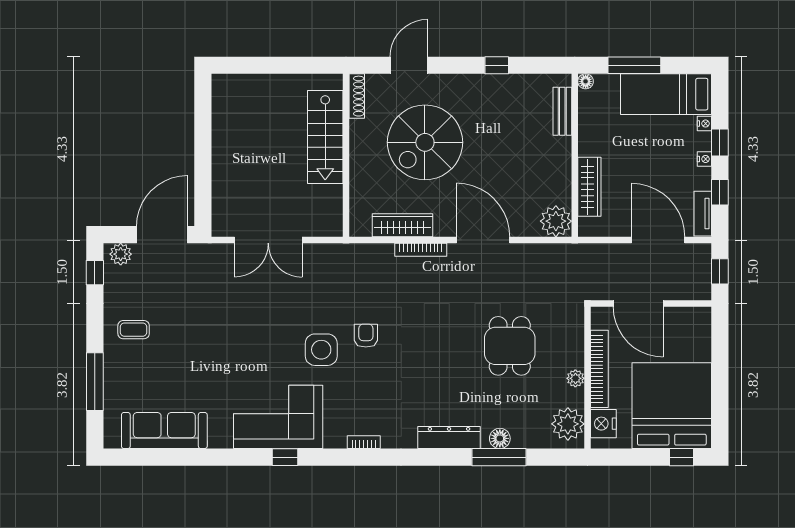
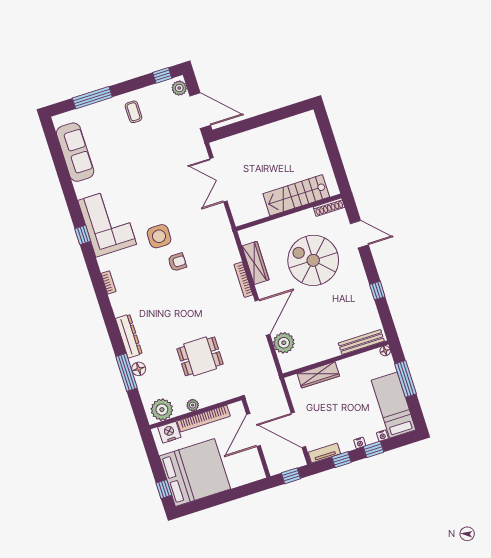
bench: (562, 111) -> (361, 342), width x1.36
plant: (556, 221) -> (284, 343), moved
door: (658, 240) -> (298, 430), swing flipped

